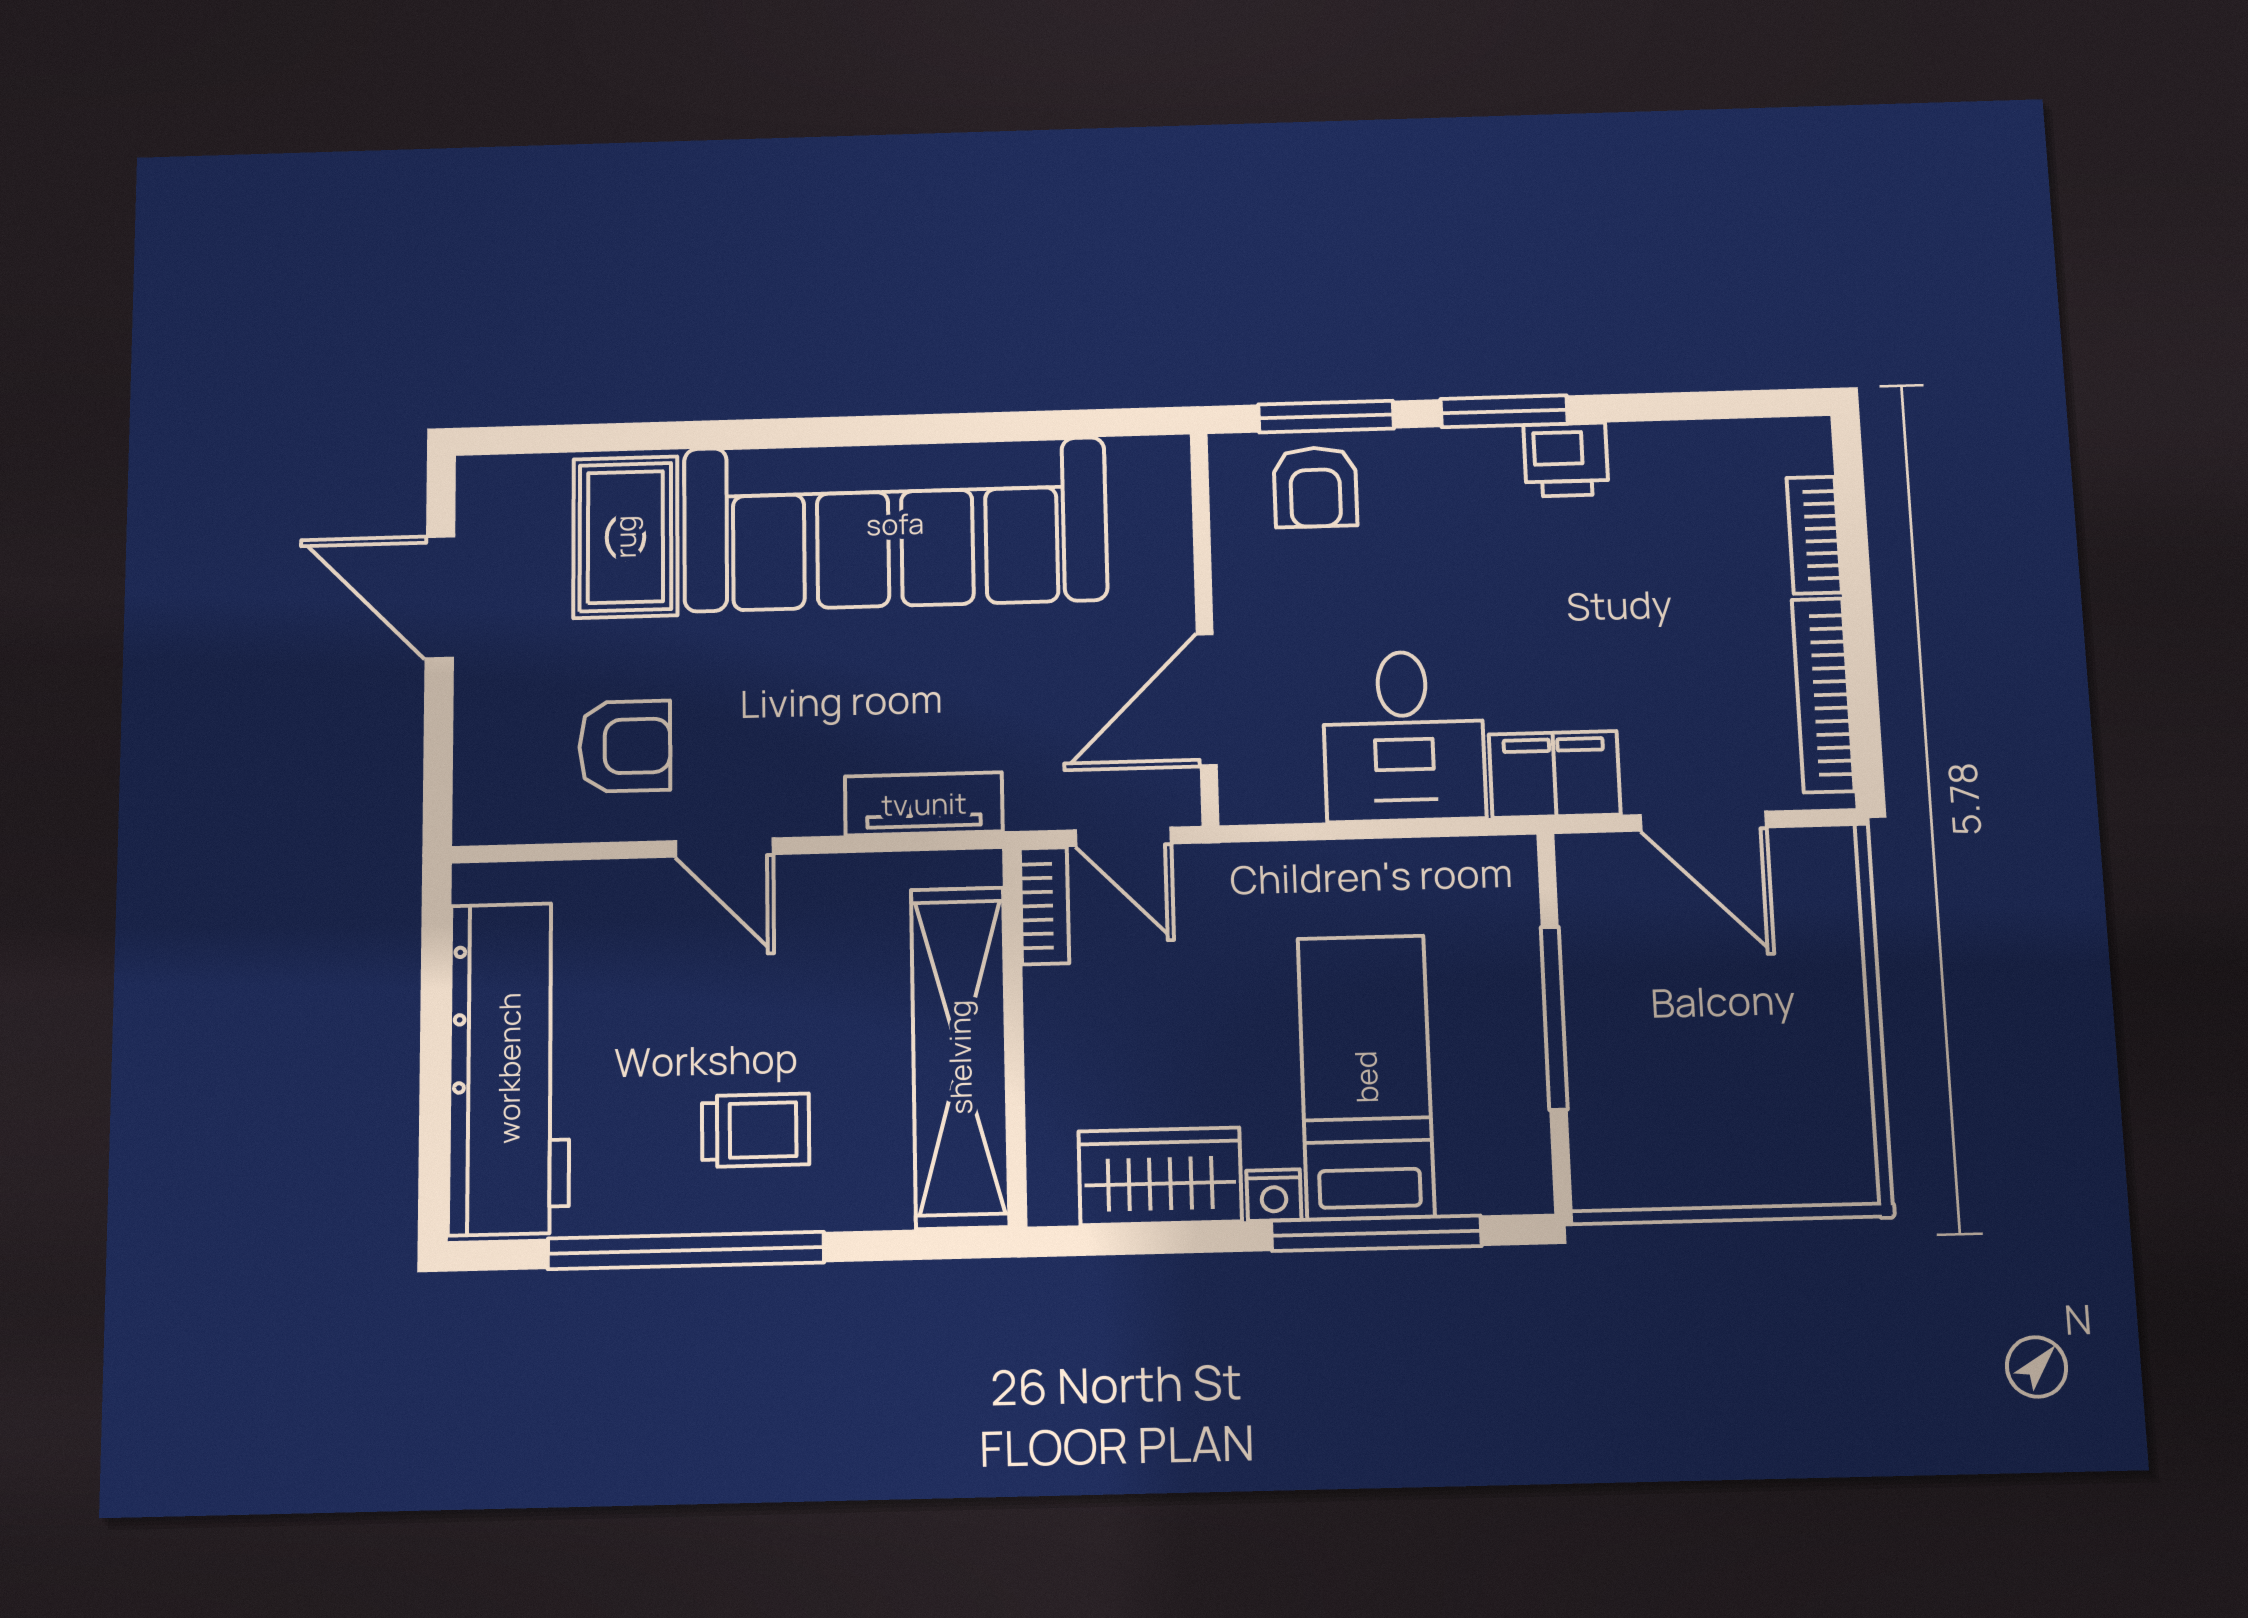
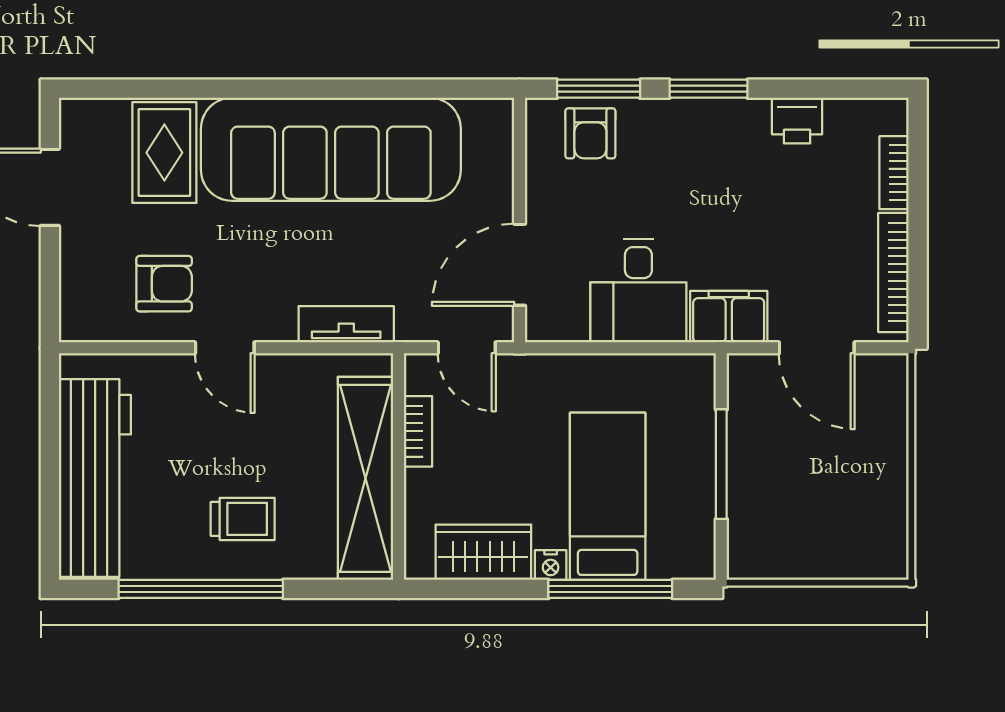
printer: (1566, 460) -> (797, 121), moved
bookcase: (1044, 906) -> (418, 431), moved

